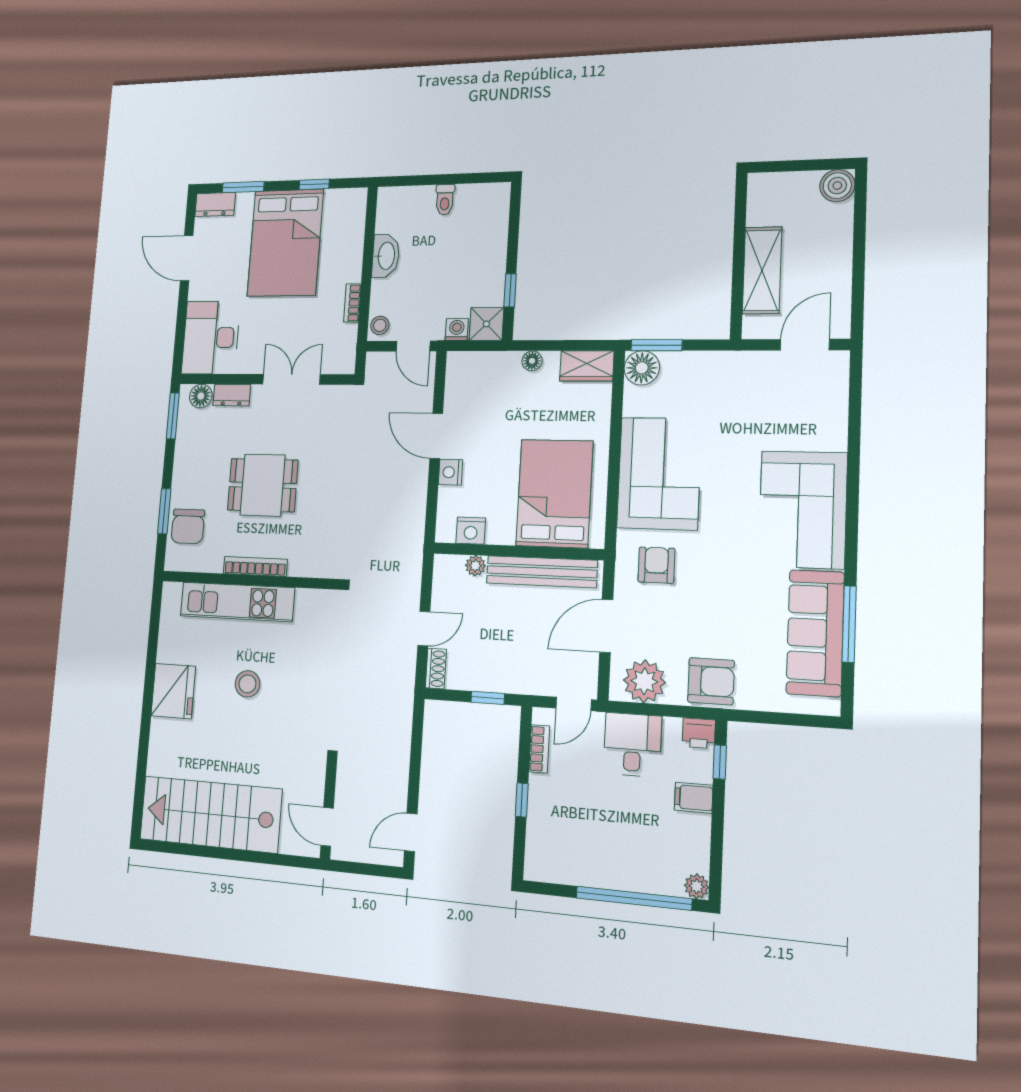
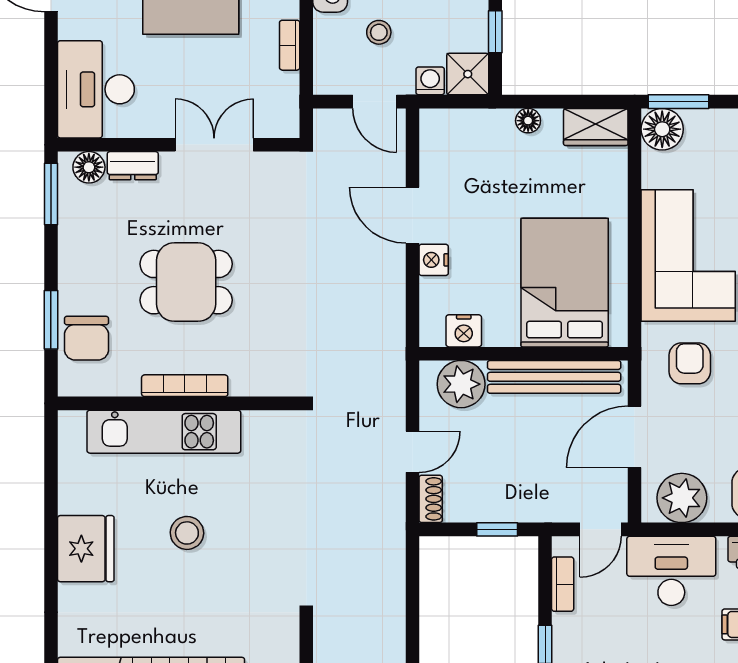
stool: (380, 325) -> (379, 32), moved
plant: (475, 566) -> (461, 384), width x1.87, depth x1.87
desk: (632, 745) -> (671, 571), width x1.37

